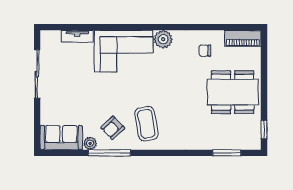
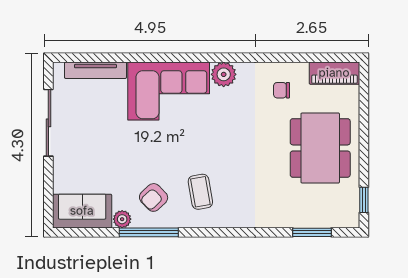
tv unit: (77, 36) -> (95, 70), width x1.41
dining table: (233, 92) -> (320, 148), turned 90
coffee table: (146, 124) -> (200, 192), width x0.73, depth x0.77

